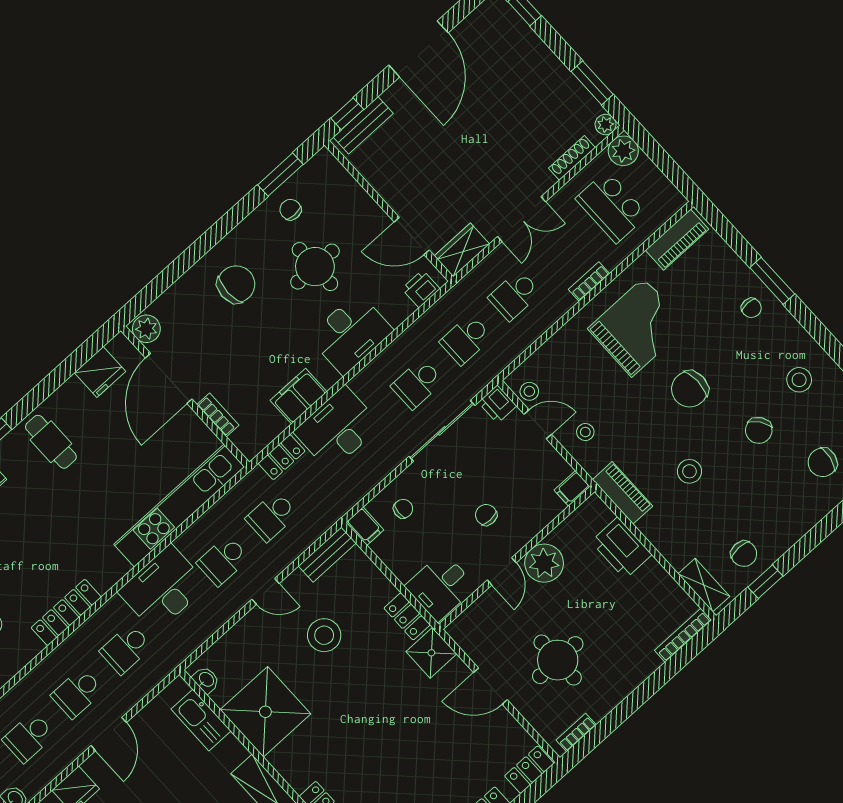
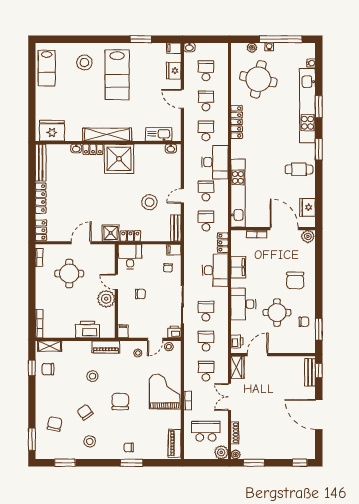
grand piano: (638, 327) -> (165, 392), moved, turned 180
shower: (265, 712) -> (119, 159), moved

